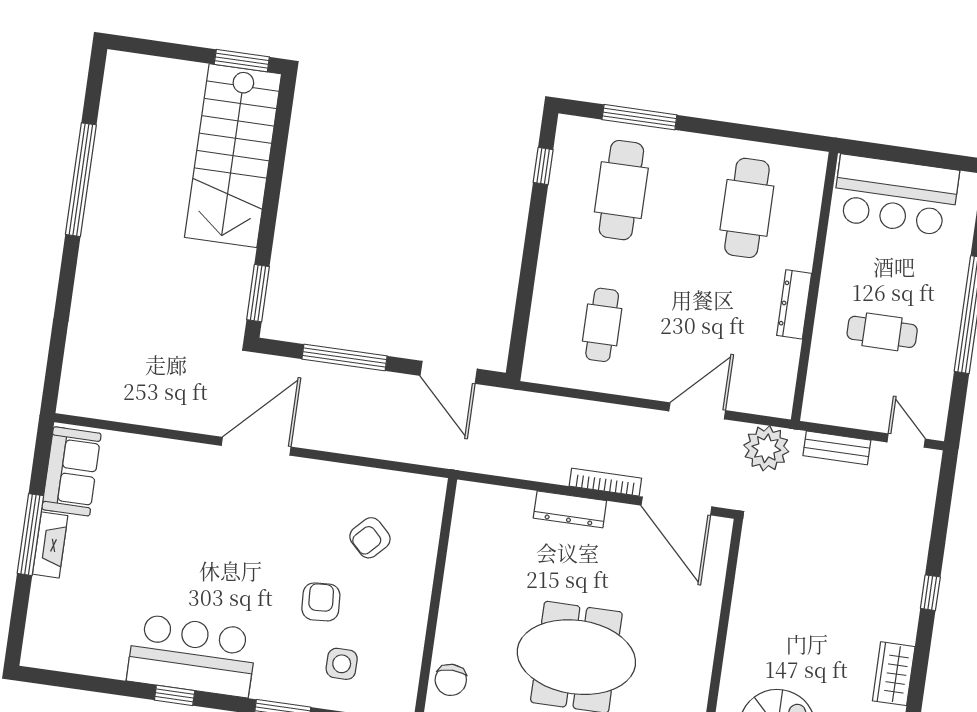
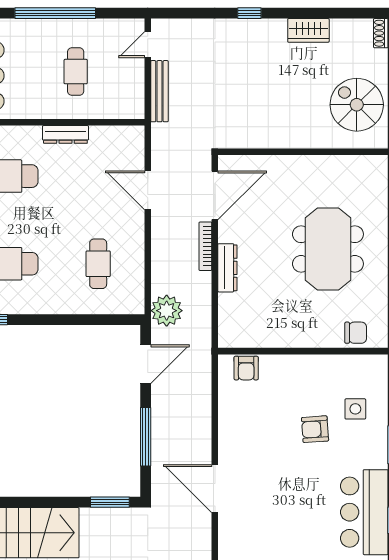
cafe table: (602, 325) -> (98, 264), turned 90
plant: (766, 448) -> (167, 311), moved
bench: (837, 448) -> (159, 91), width x1.36
armchair: (370, 538) -> (246, 368), moved, turned 46

